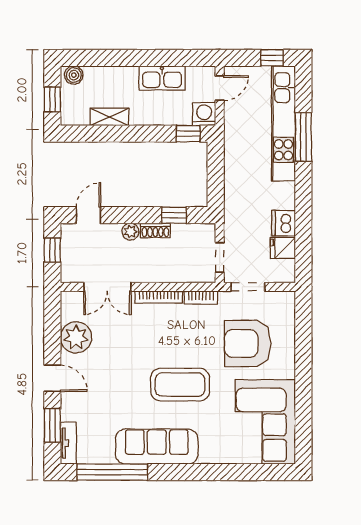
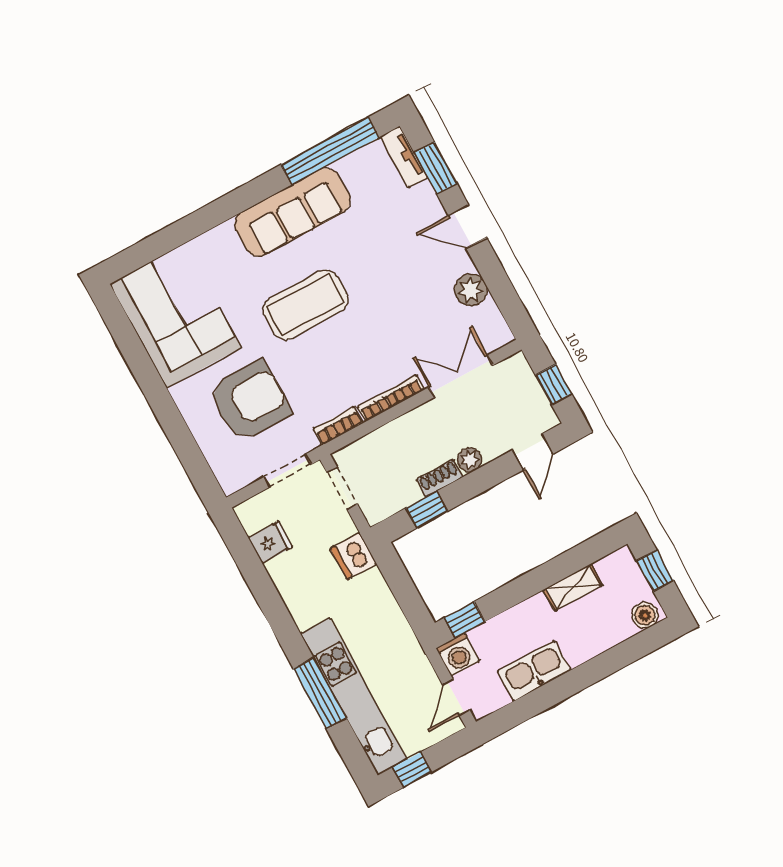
dishwasher: (283, 223) -> (354, 556), moved, turned 180
plant: (76, 337) -> (471, 290), width x0.73, depth x0.73

